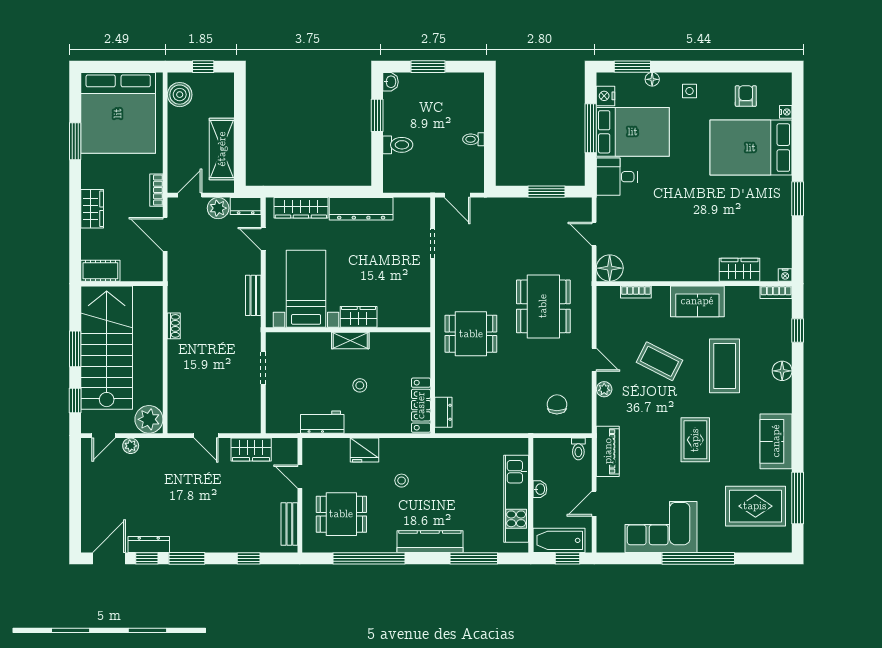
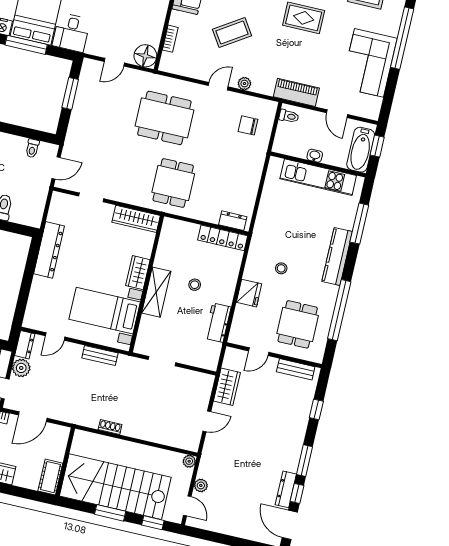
toilet: (473, 139) -> (32, 148), moved
wardrobe: (301, 208) -> (136, 219), moved, turned 90
shelving: (350, 340) -> (156, 292), width x1.50, depth x1.33
coffee table: (659, 361) -> (232, 33), turned 30
plant: (149, 419) -> (189, 461), width x0.53, depth x0.53

